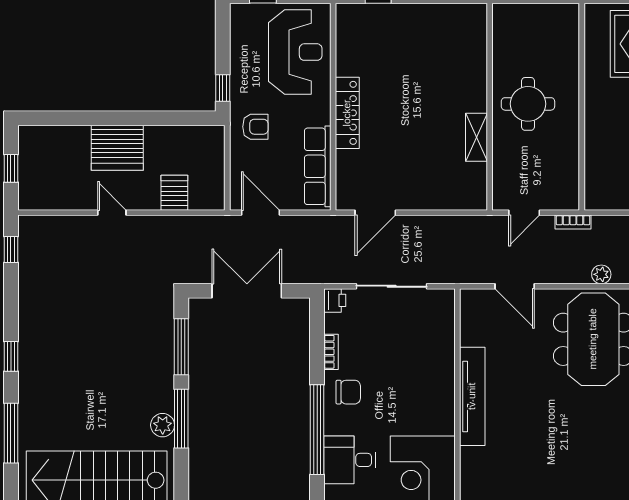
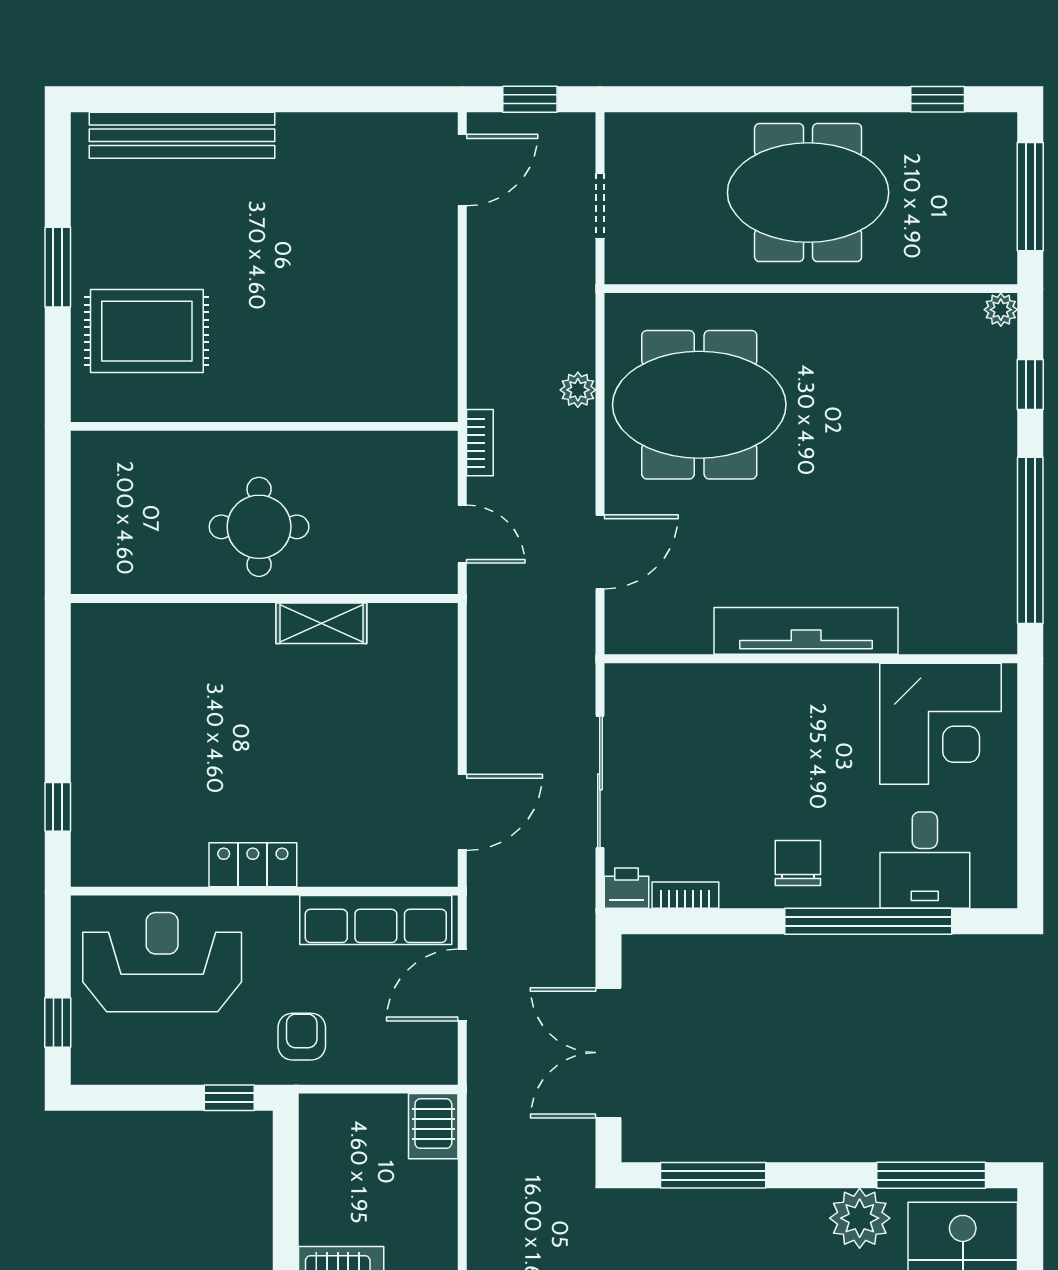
locker: (347, 113) -> (253, 865), width x0.66
server rack: (174, 193) -> (433, 1126), moved, turned -90
door: (260, 213) -> (462, 985), moved
door: (375, 213) -> (462, 812), hinge flipped
bookcase: (331, 352) -> (685, 895), moved
window: (181, 419) -> (931, 1175), moved
plant: (163, 425) -> (860, 1218), width x1.36, depth x1.36

